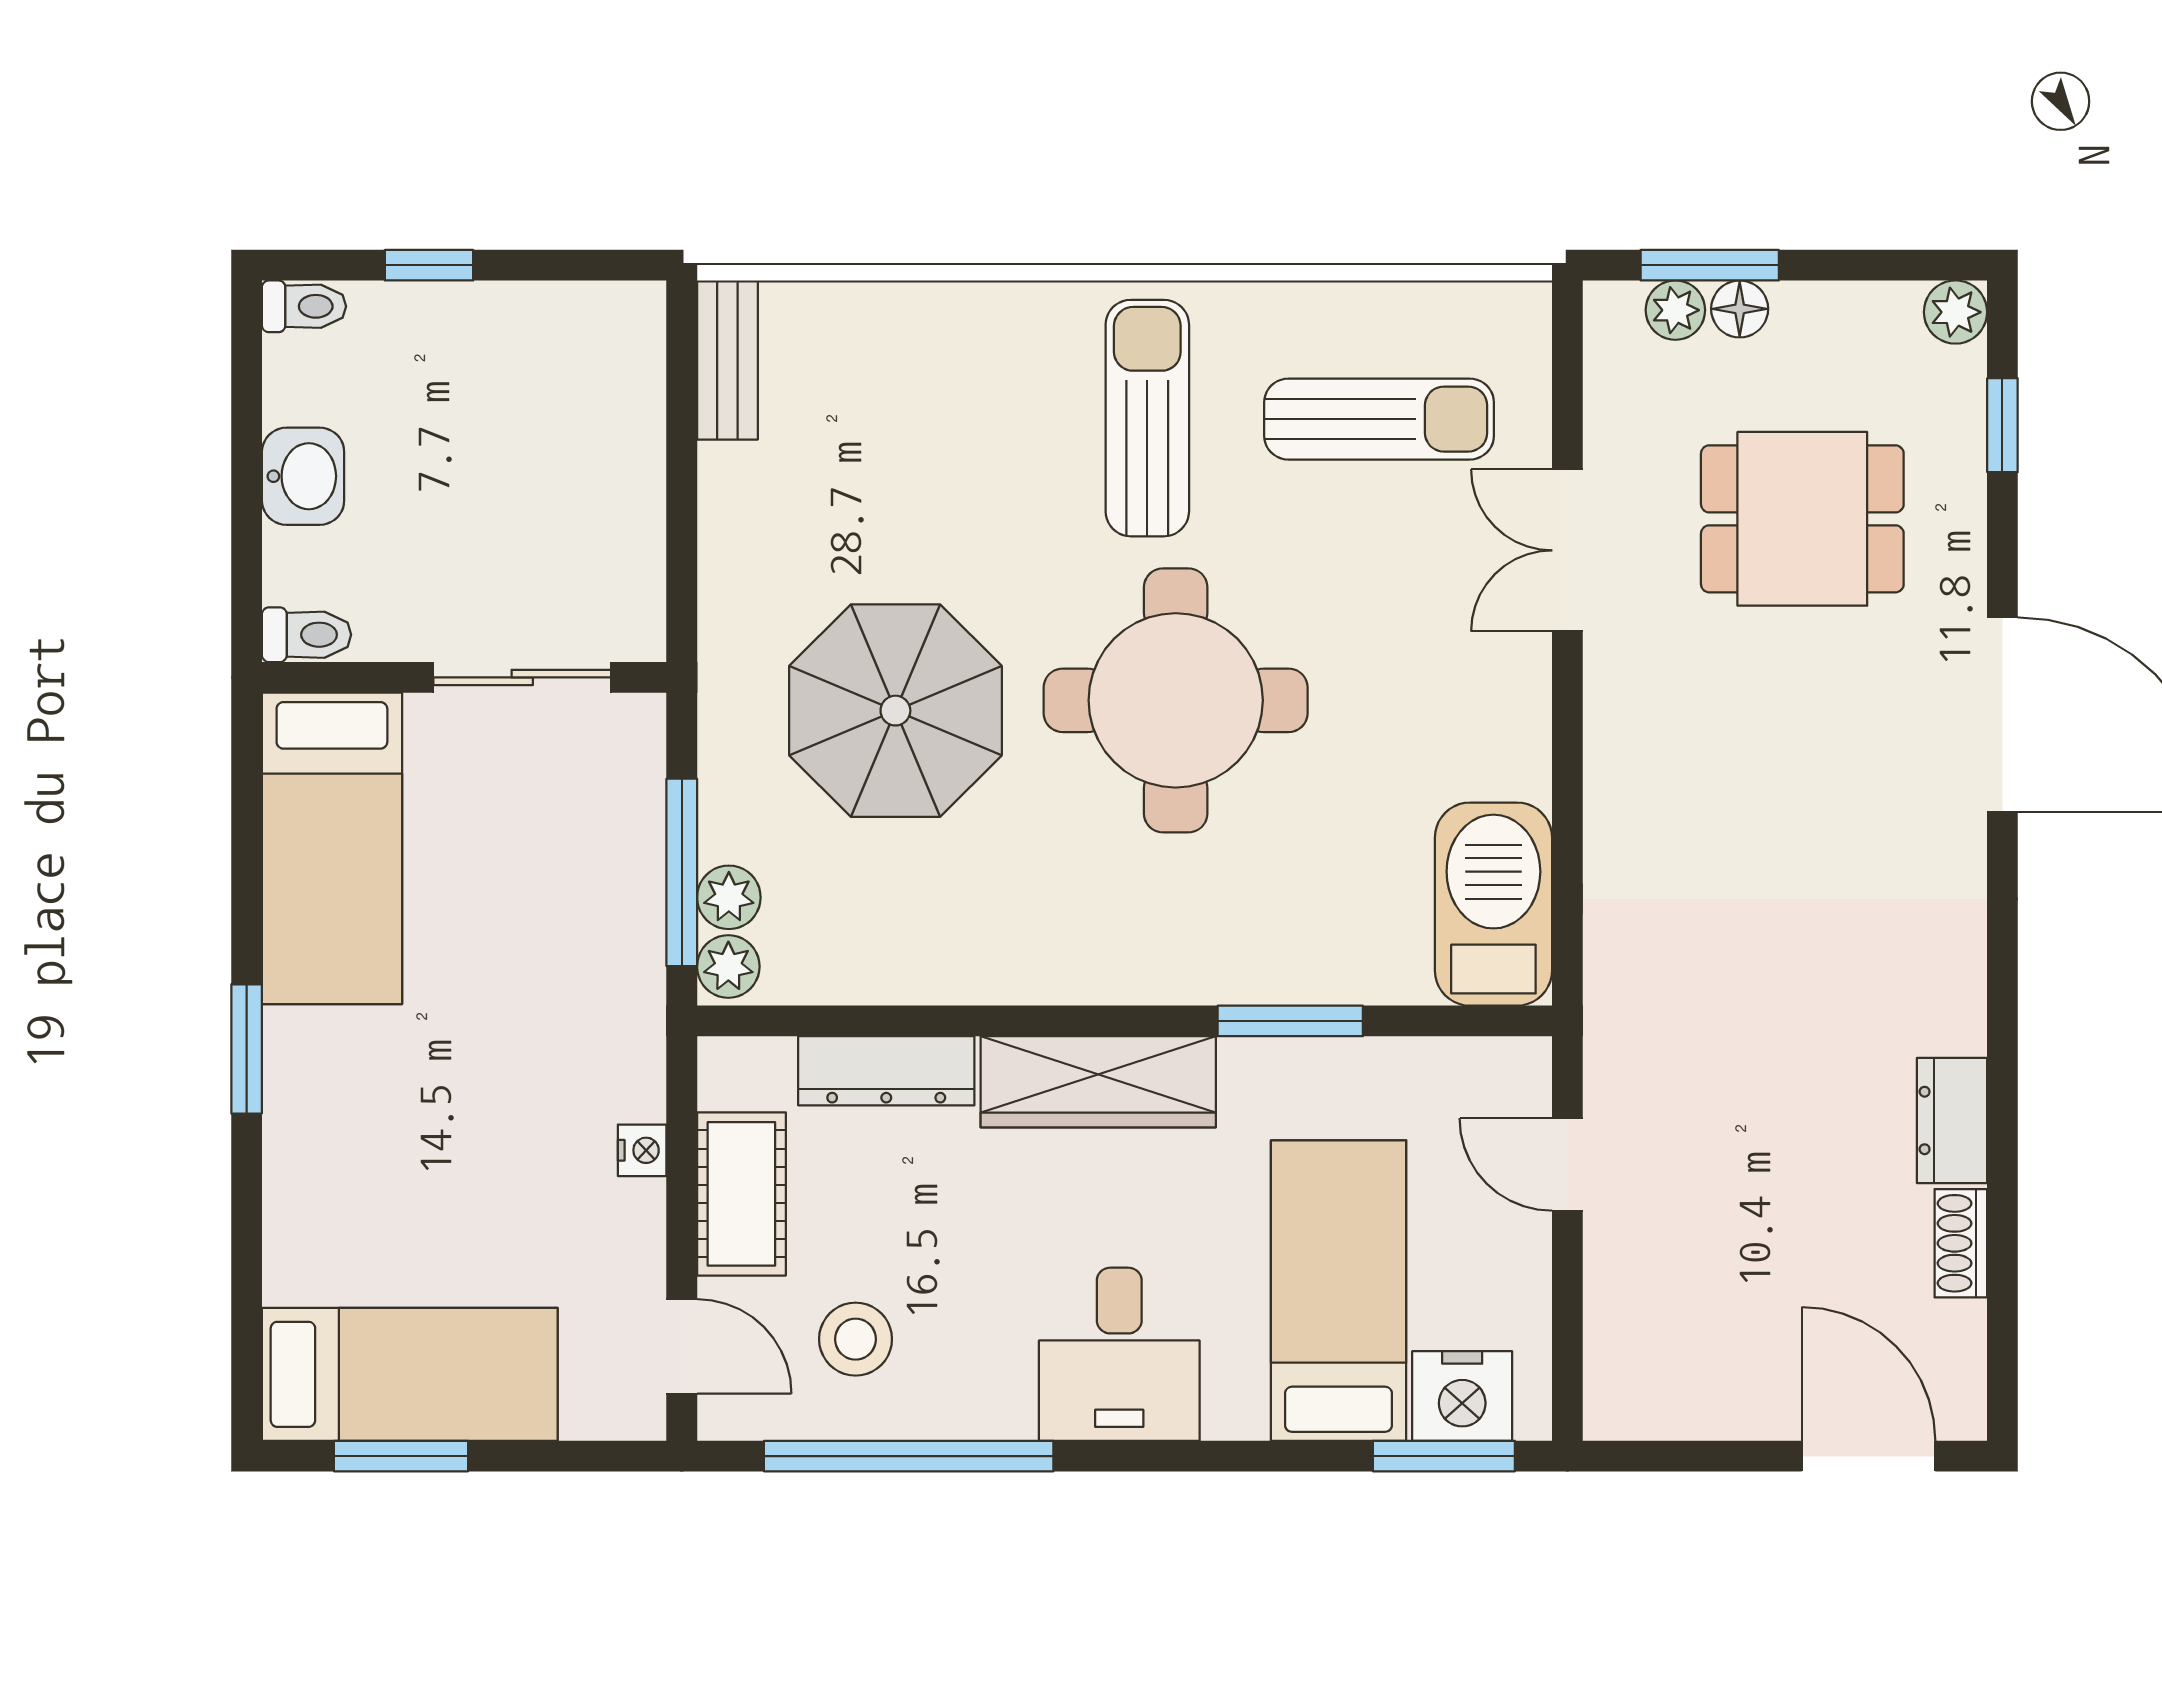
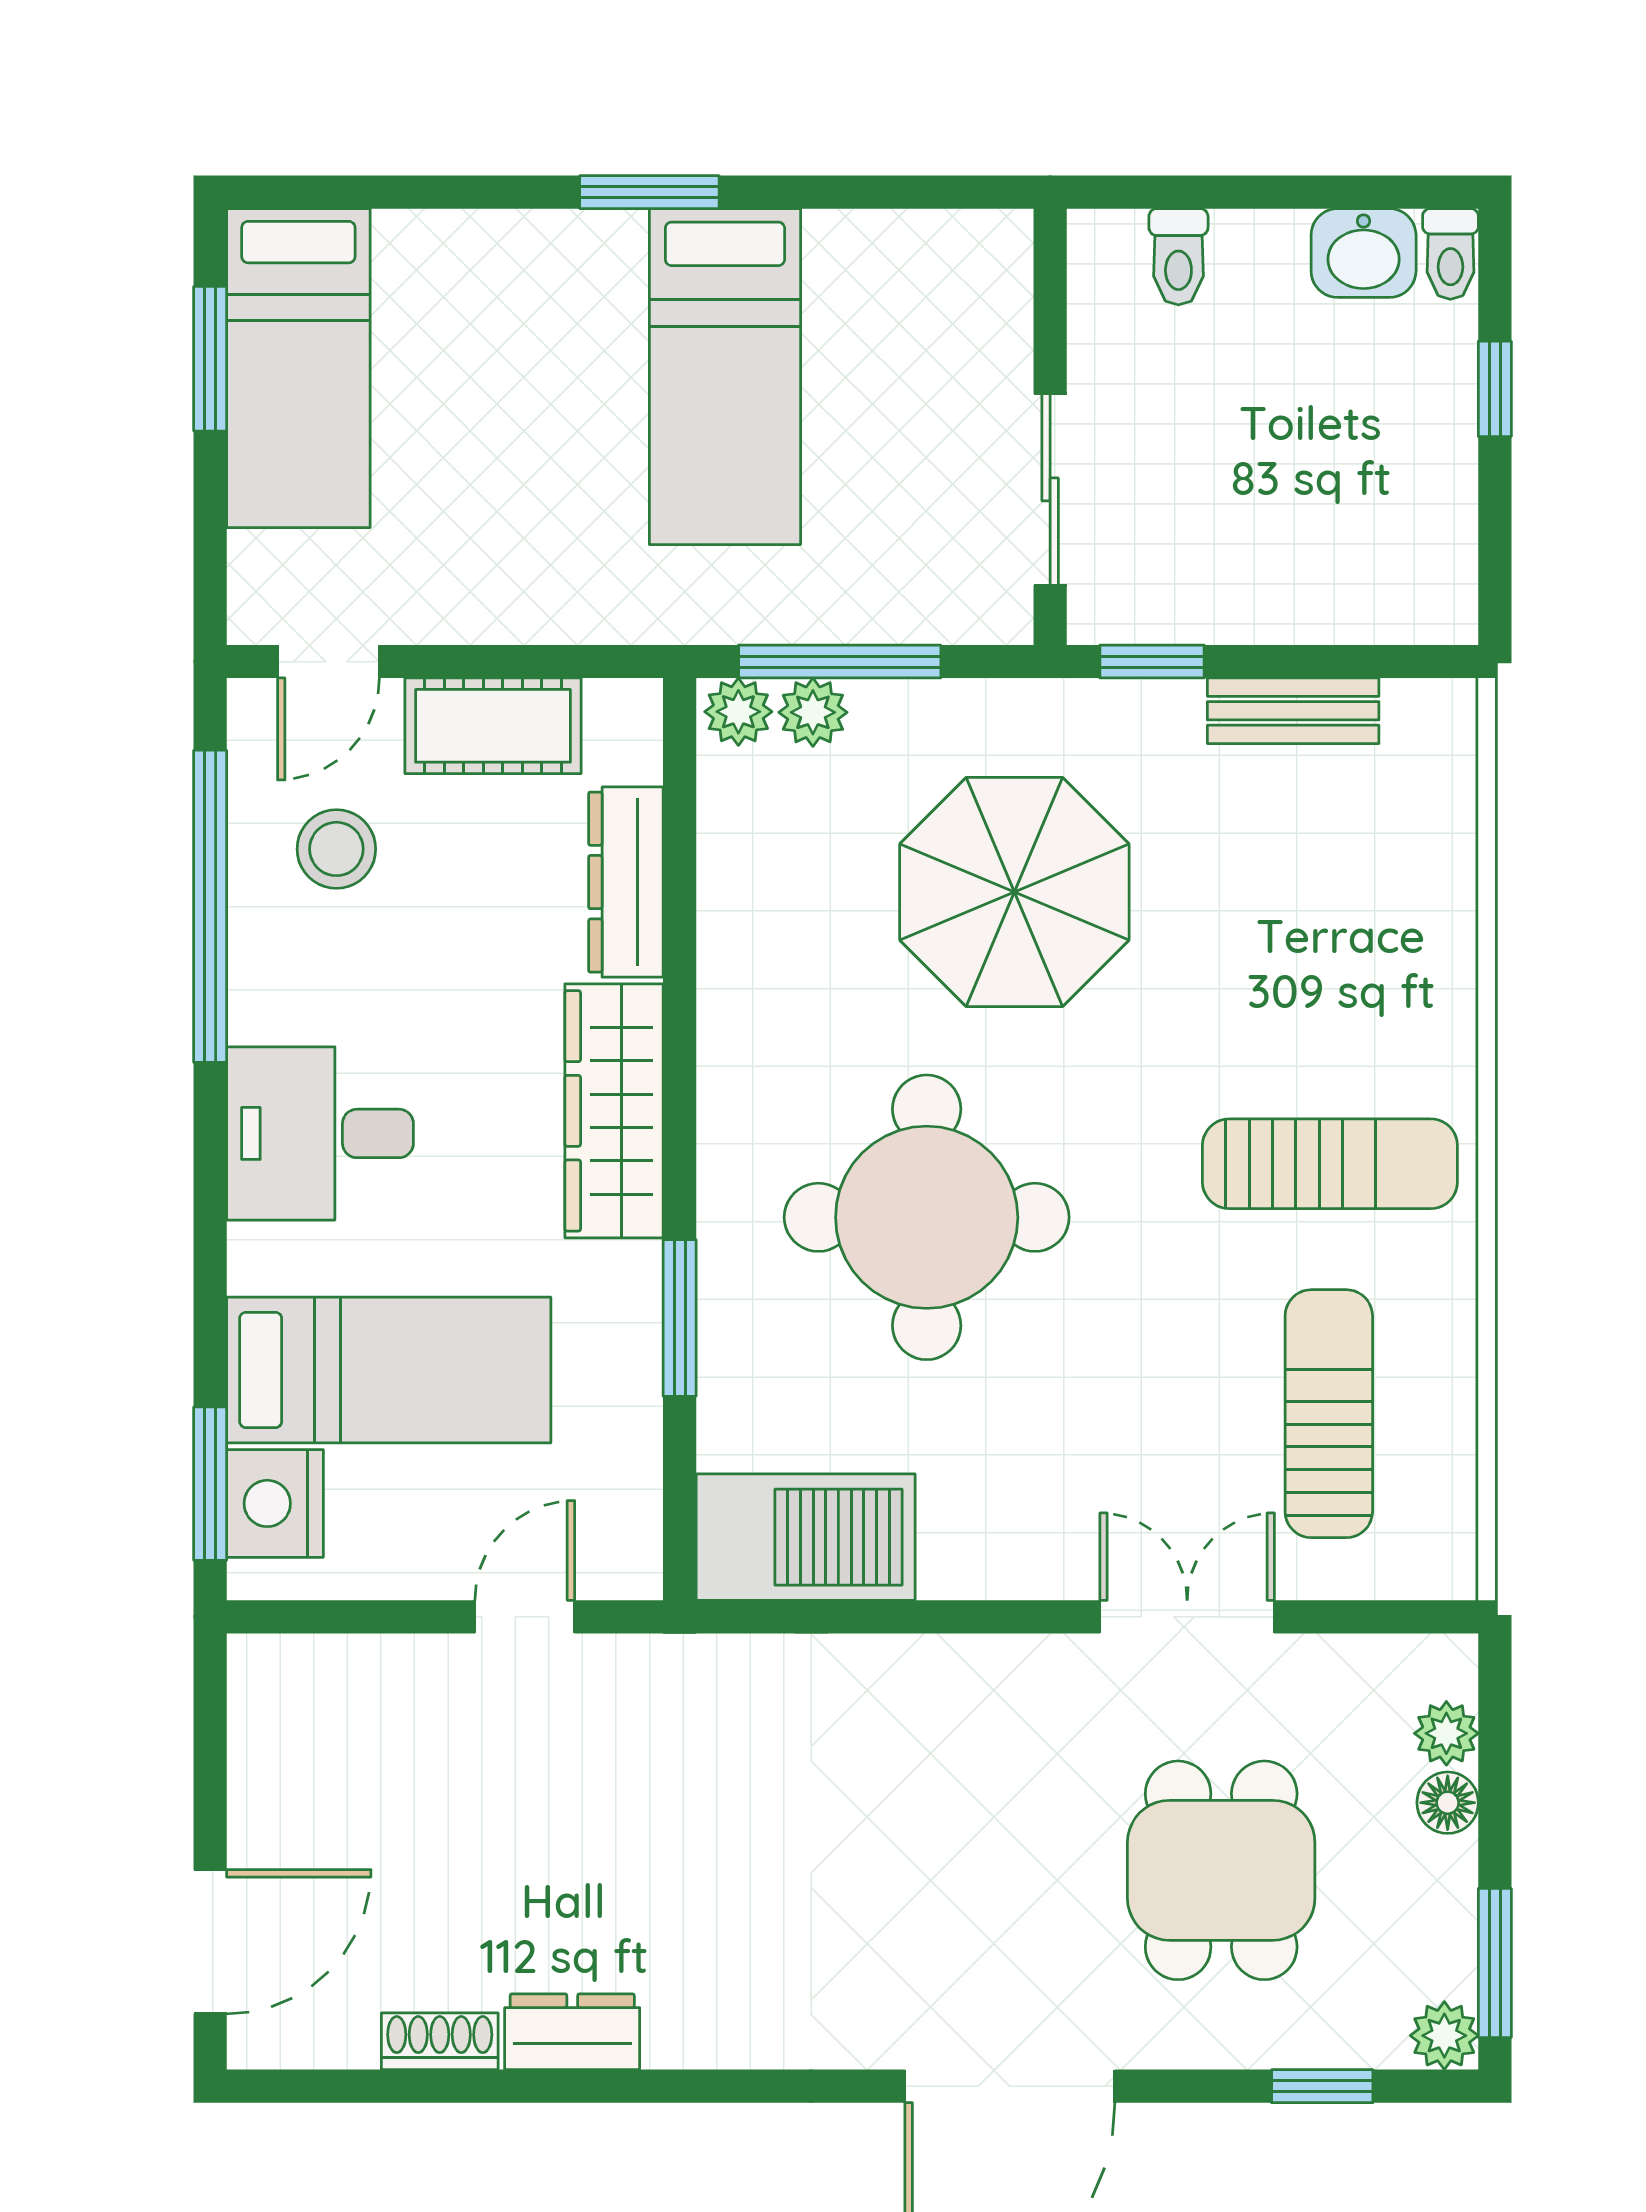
window: (1710, 265) -> (1495, 1963), moved
bench: (727, 360) -> (1293, 711), moved
sun lounger: (1379, 419) -> (1329, 1414), turned 180
washbasin: (303, 476) -> (1364, 253), moved
window: (682, 583) -> (1152, 662), added
toilet: (307, 635) -> (1178, 257), moved
round table: (1176, 700) -> (927, 1217), moved
bed: (332, 848) -> (725, 377), moved, turned -90
nightstand: (642, 1150) -> (540, 619), removed

